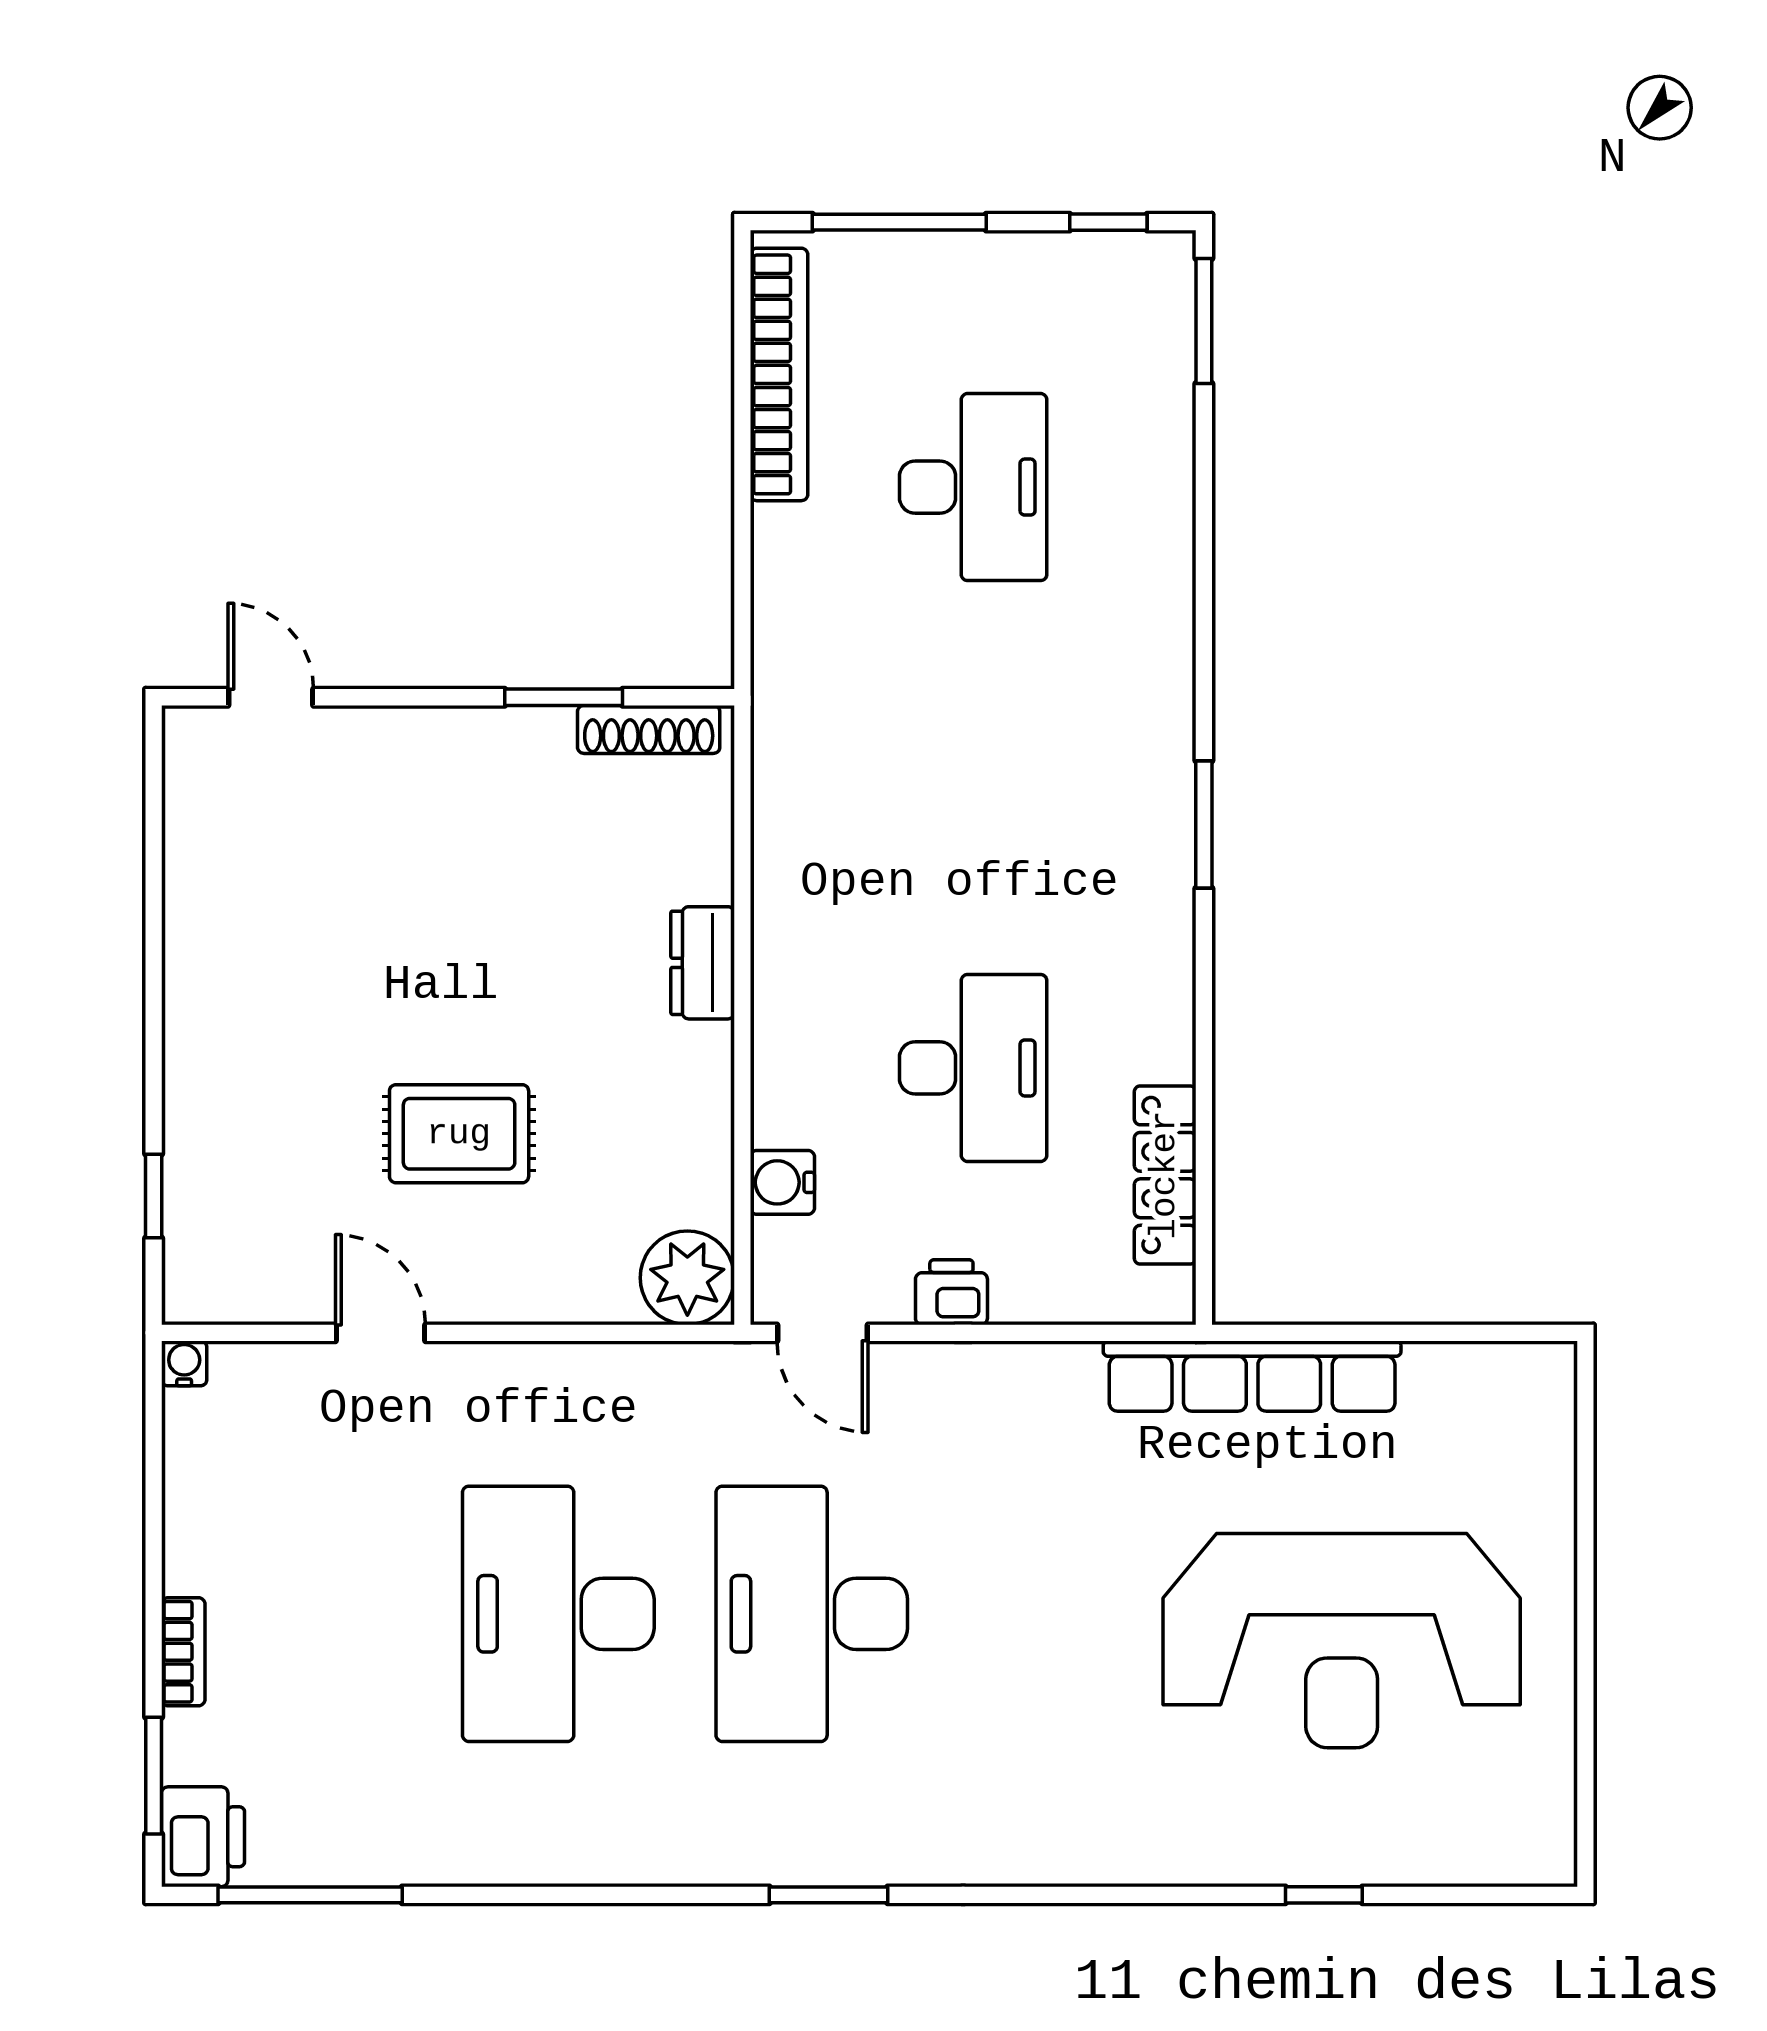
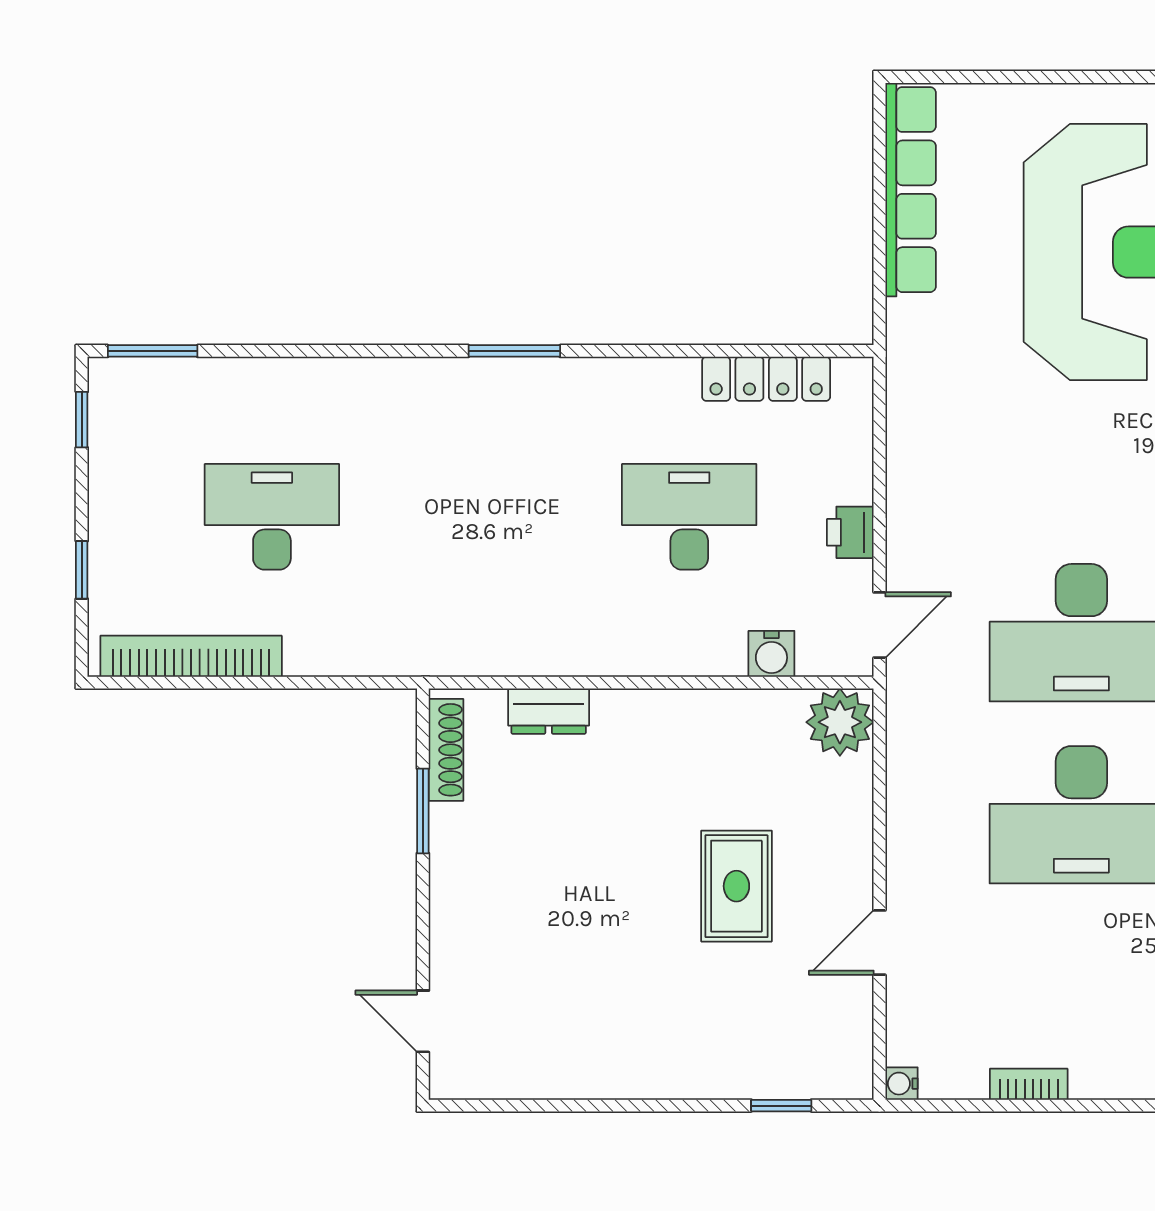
window: (899, 222) -> (82, 570), width x0.46
door: (271, 697) -> (423, 1021), hinge flipped
dresser: (703, 963) -> (549, 711), moved
row of seats: (1252, 1376) -> (911, 190), moved
bookcase: (183, 1652) -> (1029, 1084), moved

